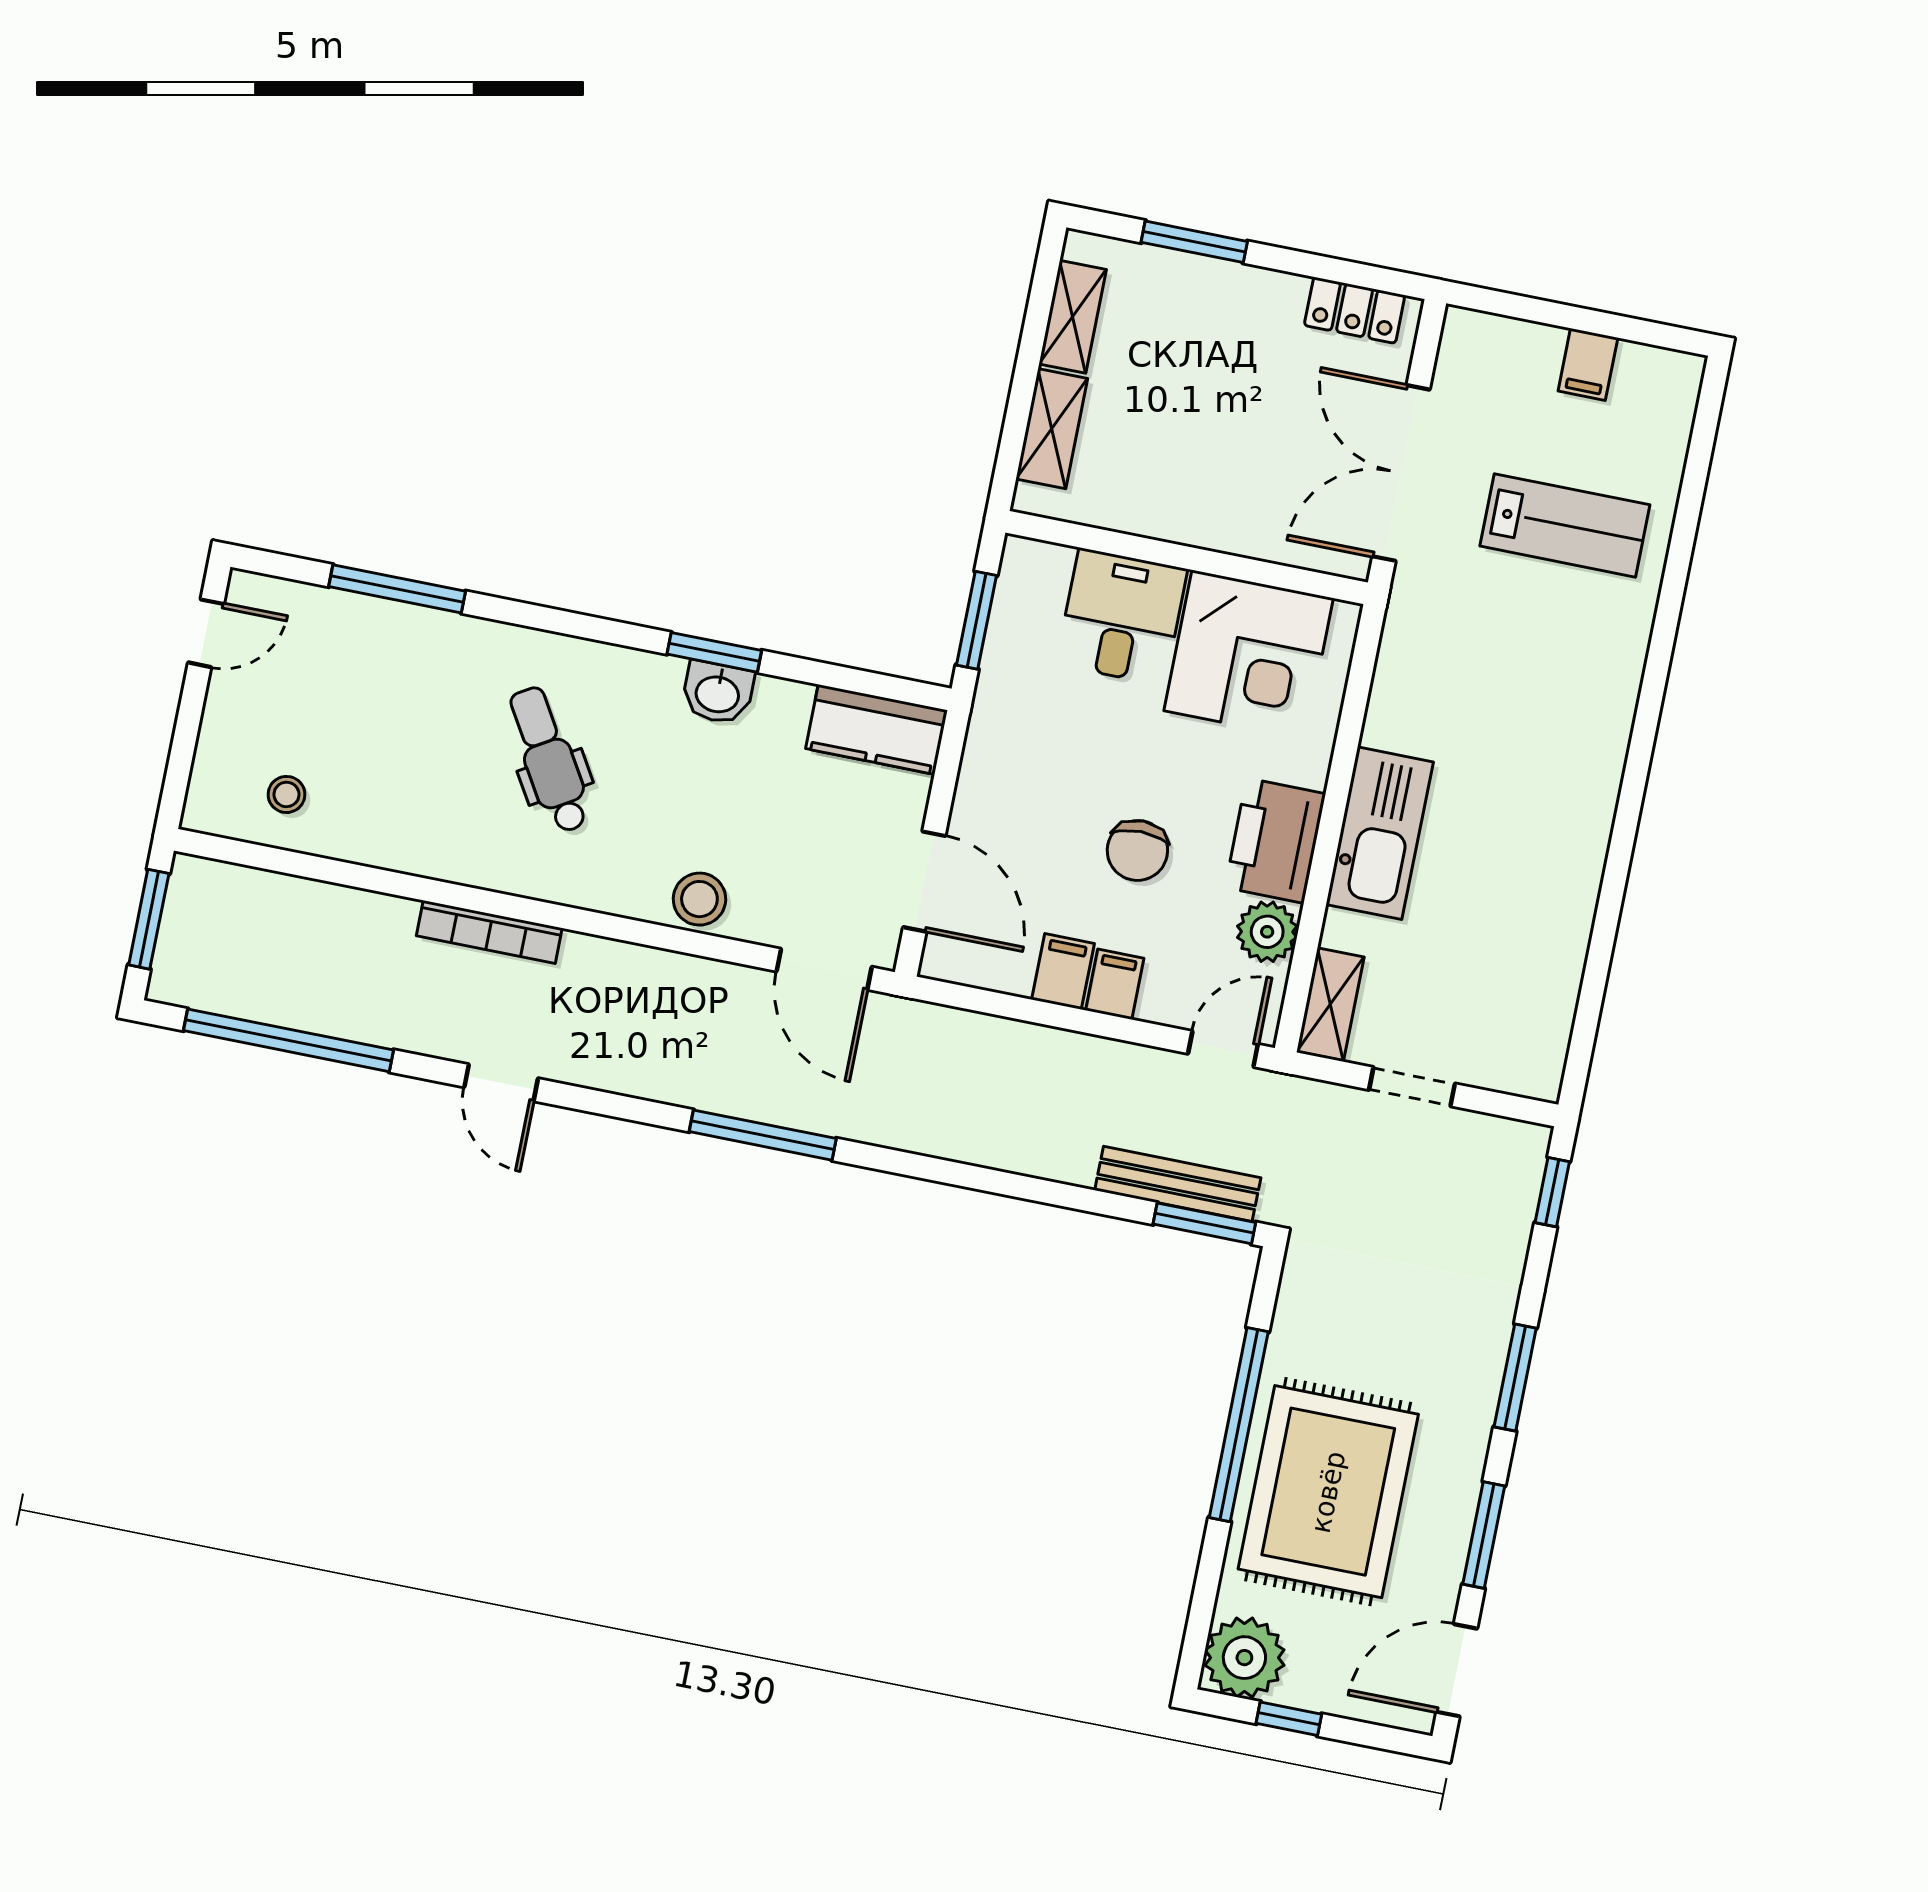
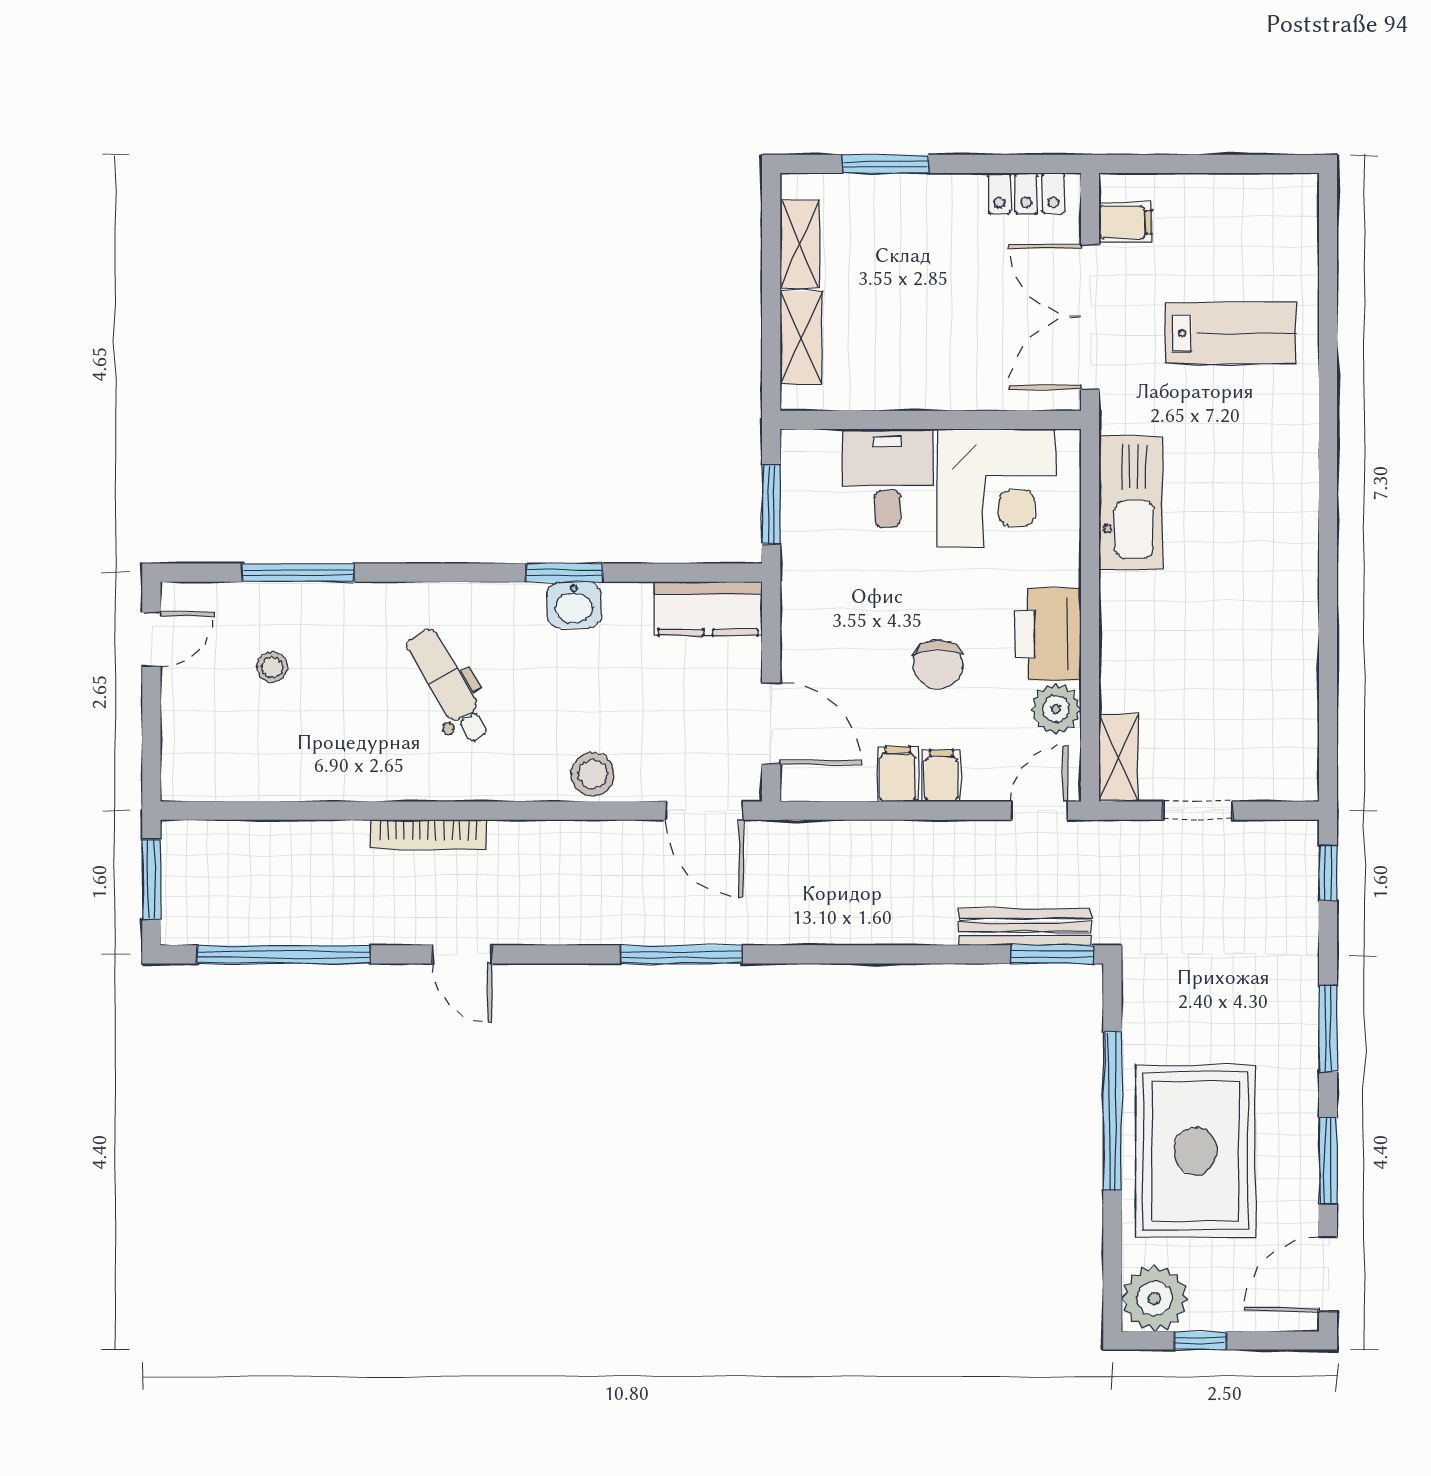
filing cabinet: (1588, 364) -> (1125, 222), moved, turned -90
stool: (286, 794) -> (272, 667), moved
kitchen sink: (1380, 833) -> (1131, 502), moved

